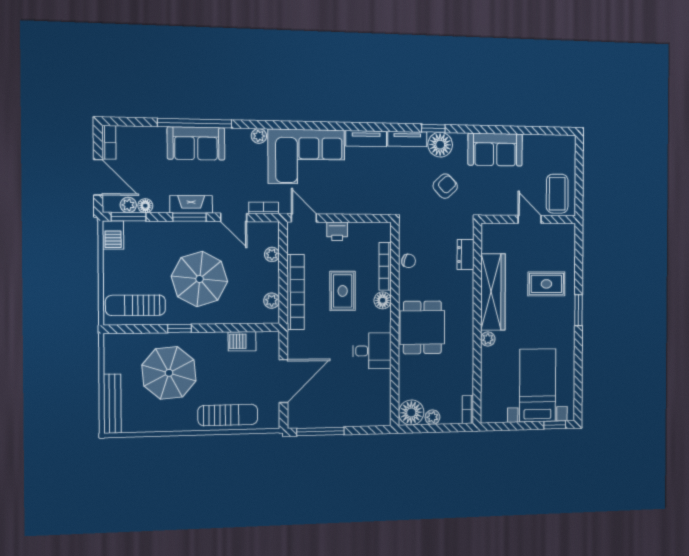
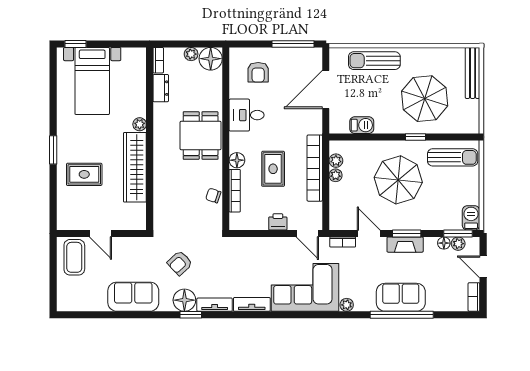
door: (98, 177) -> (483, 267), width x0.73
plant: (272, 254) -> (336, 175), moved
dresser: (466, 255) -> (161, 88), moved
armchair: (359, 399) -> (258, 72), added

